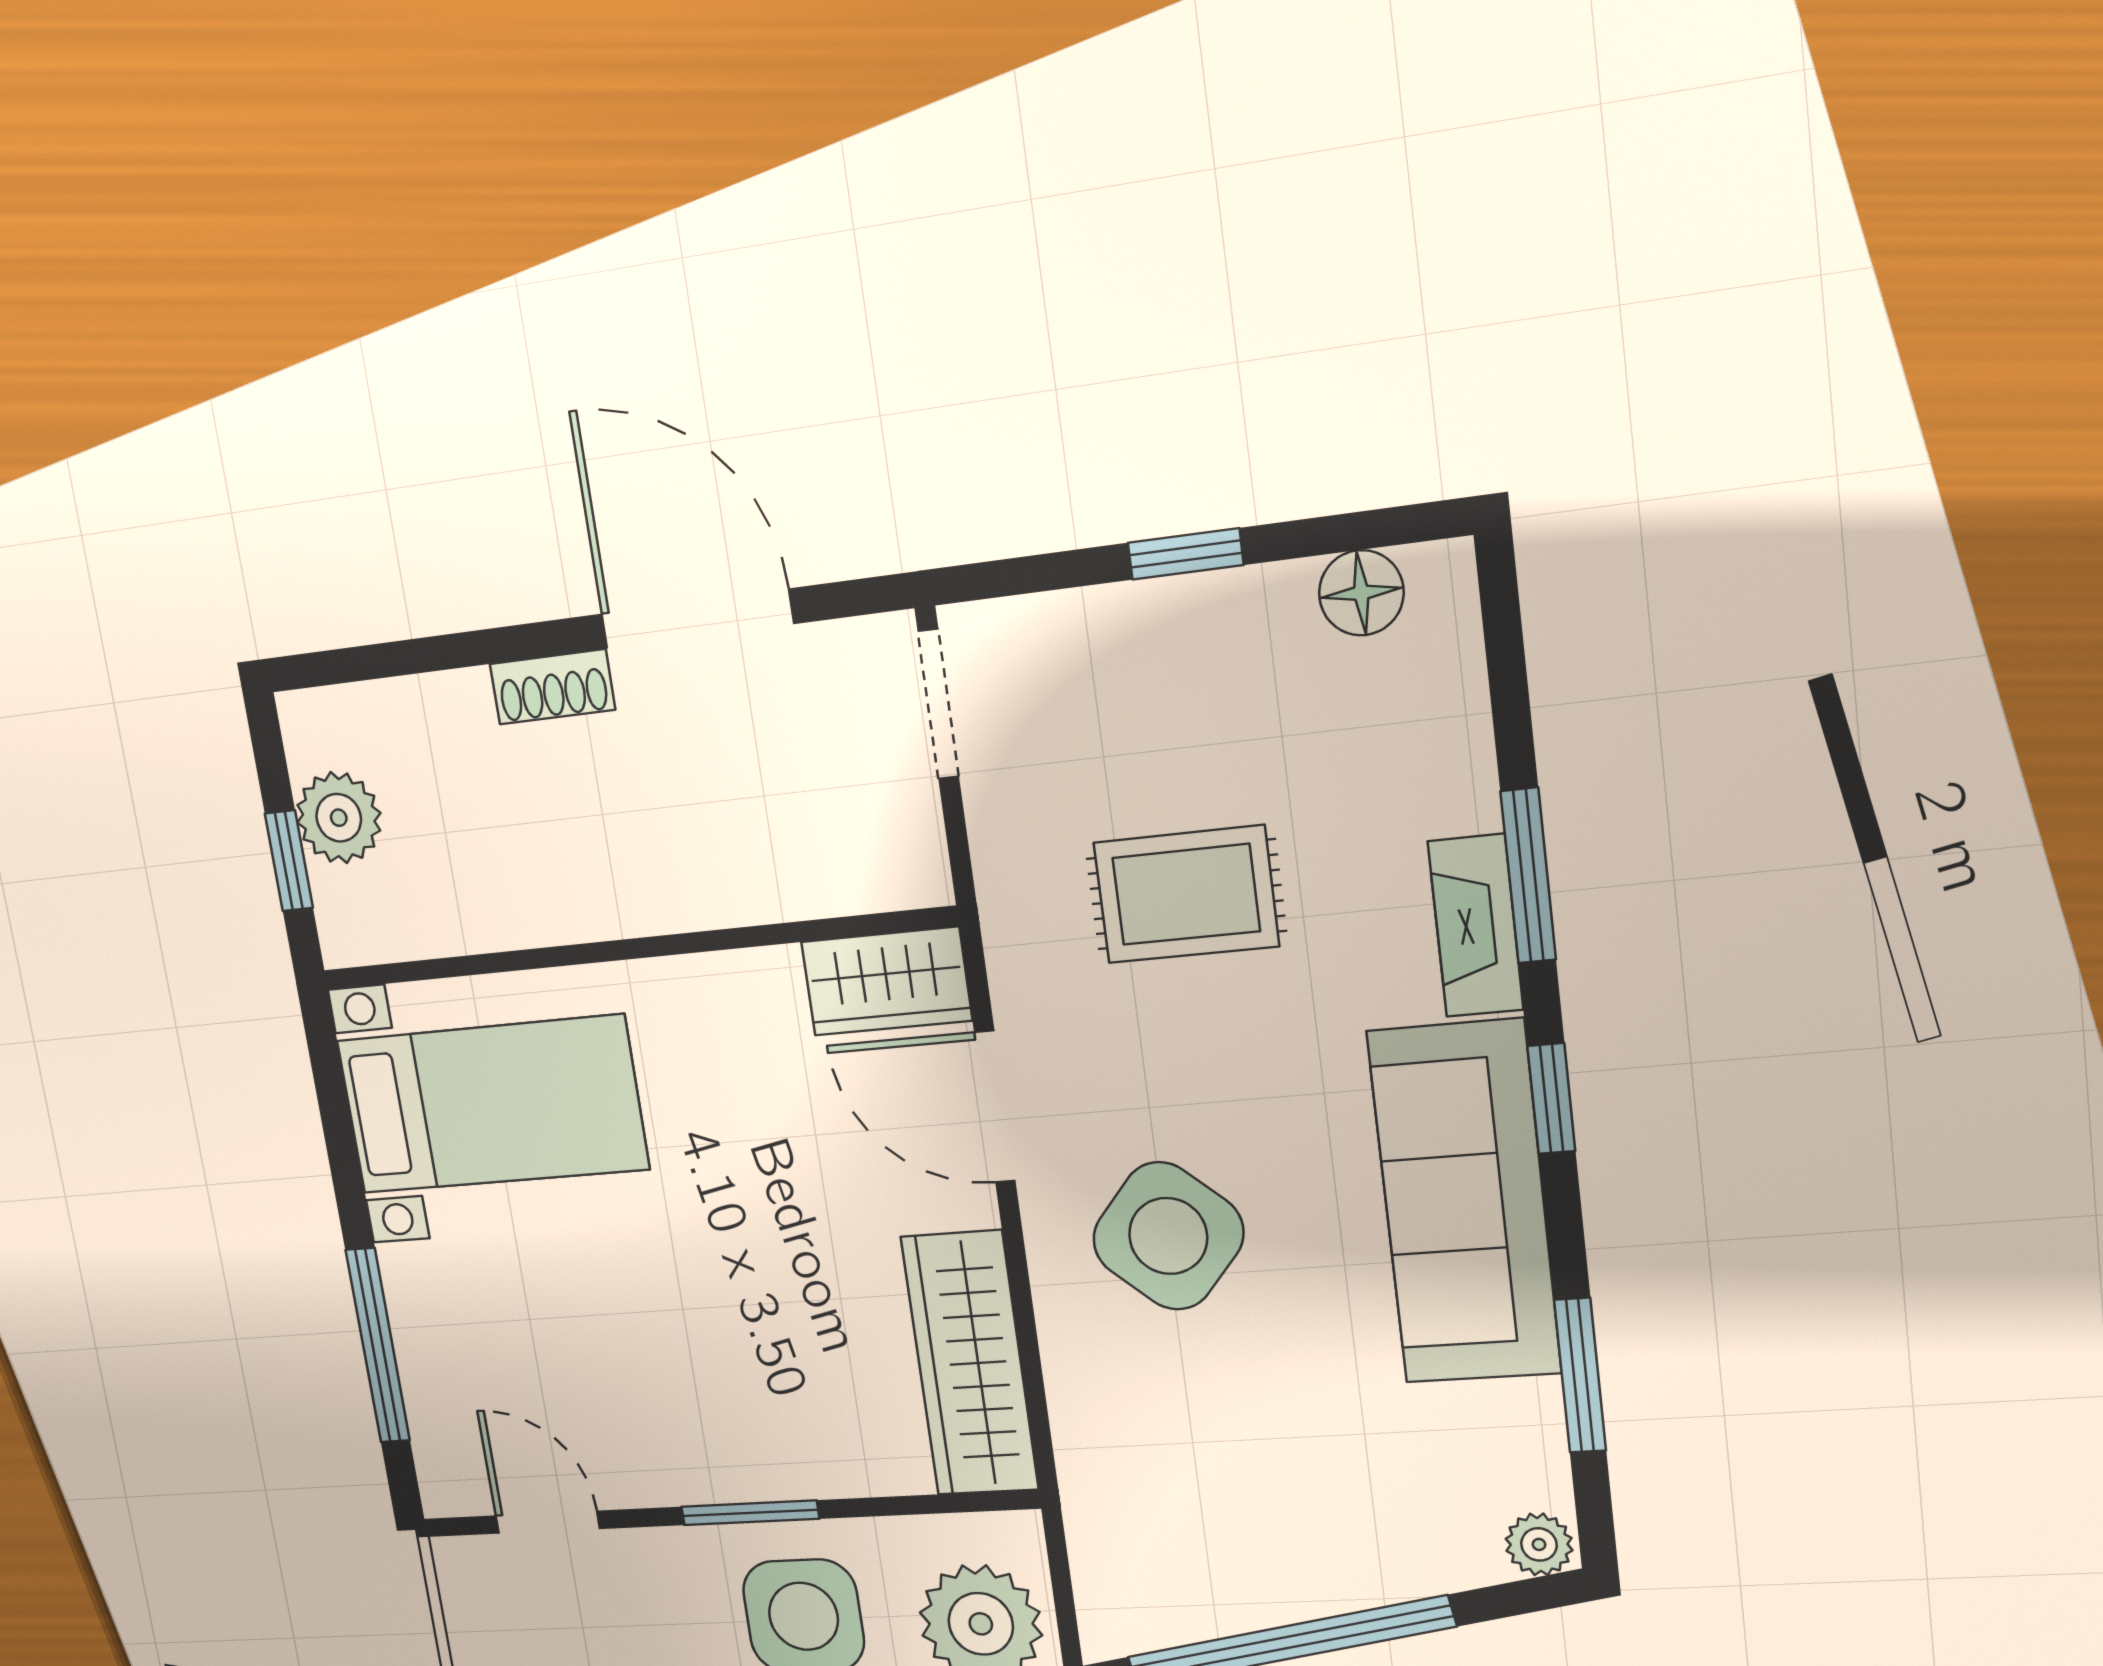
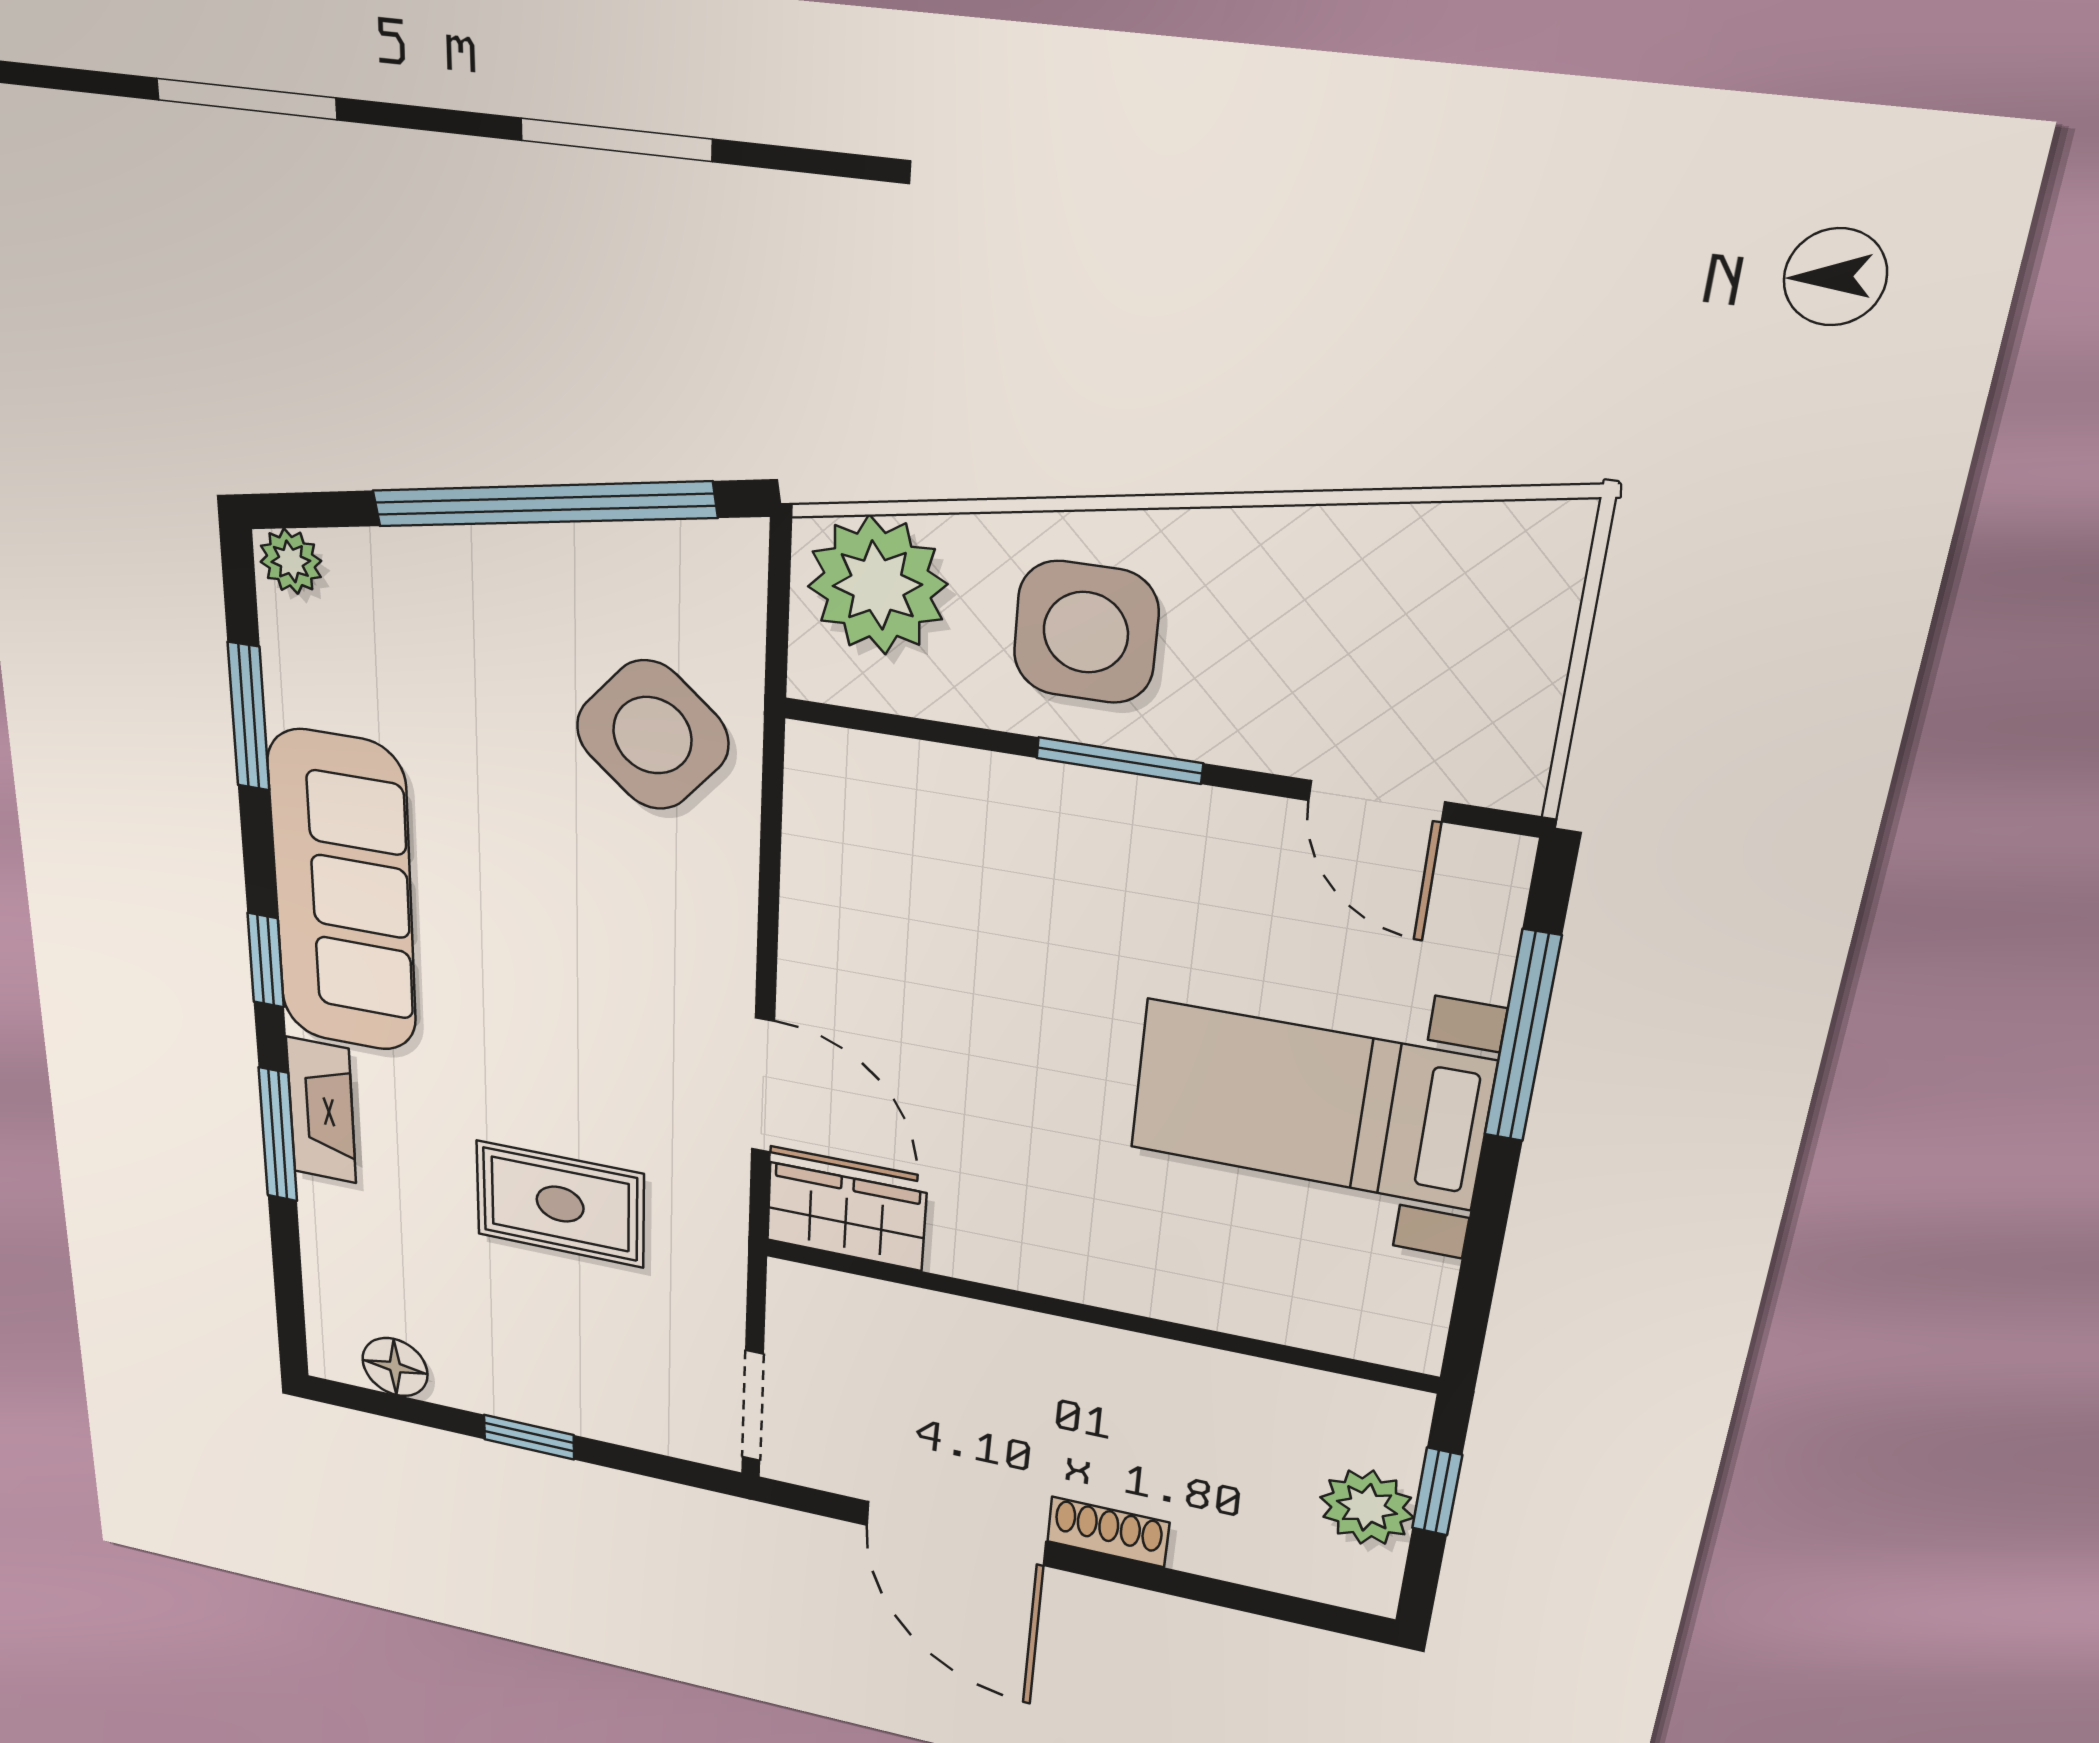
bed with nightstands: (492, 1105) -> (1309, 1105), moved
side table: (1168, 1236) -> (652, 735), moved
wardrobe: (970, 1364) -> (834, 860), removed

